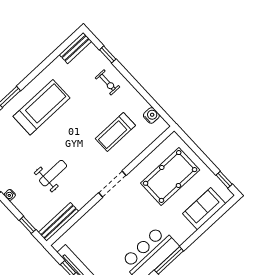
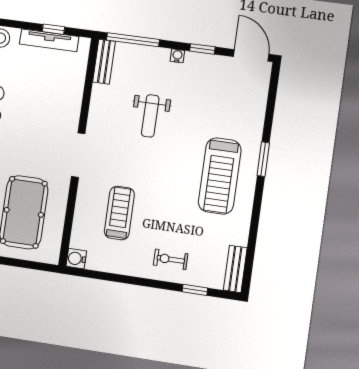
water cooler: (151, 115) -> (76, 259), moved, turned 90
bench: (59, 222) -> (104, 62), width x0.73
window: (27, 225) -> (133, 40), width x2.17

